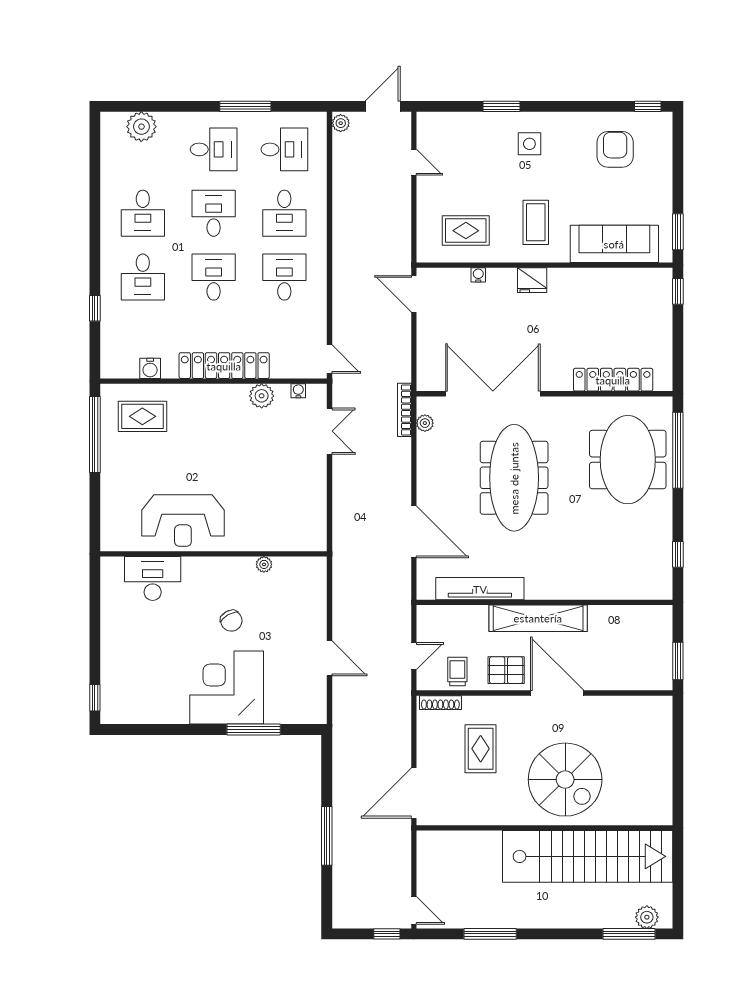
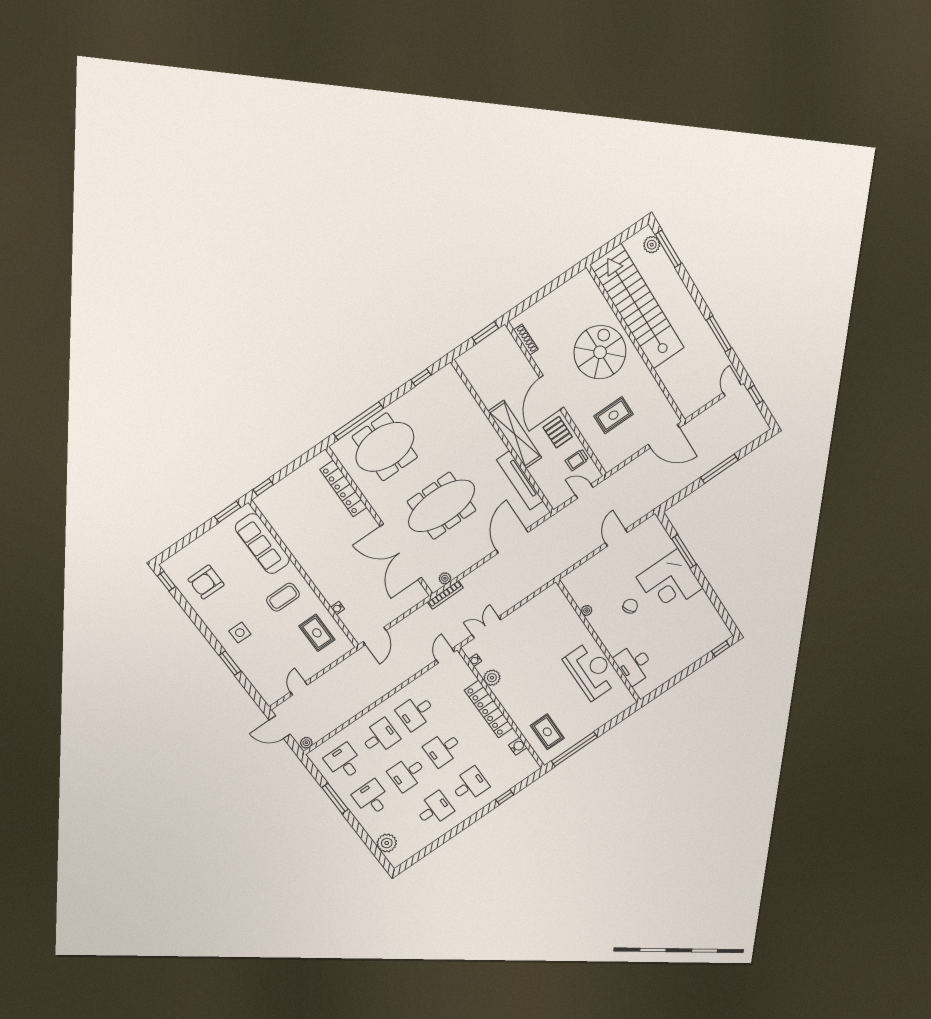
fridge: (532, 280) -> (318, 576), removed
shoe rack: (440, 703) -> (526, 340), moved

